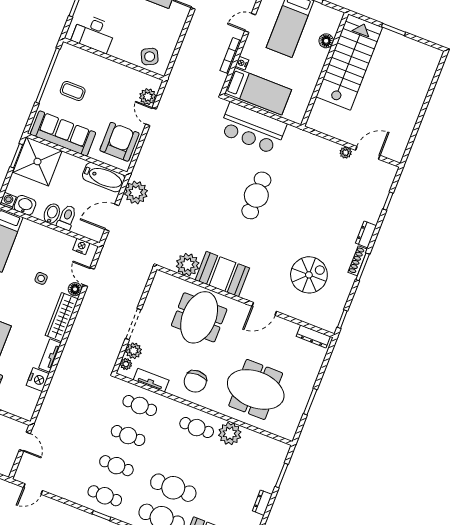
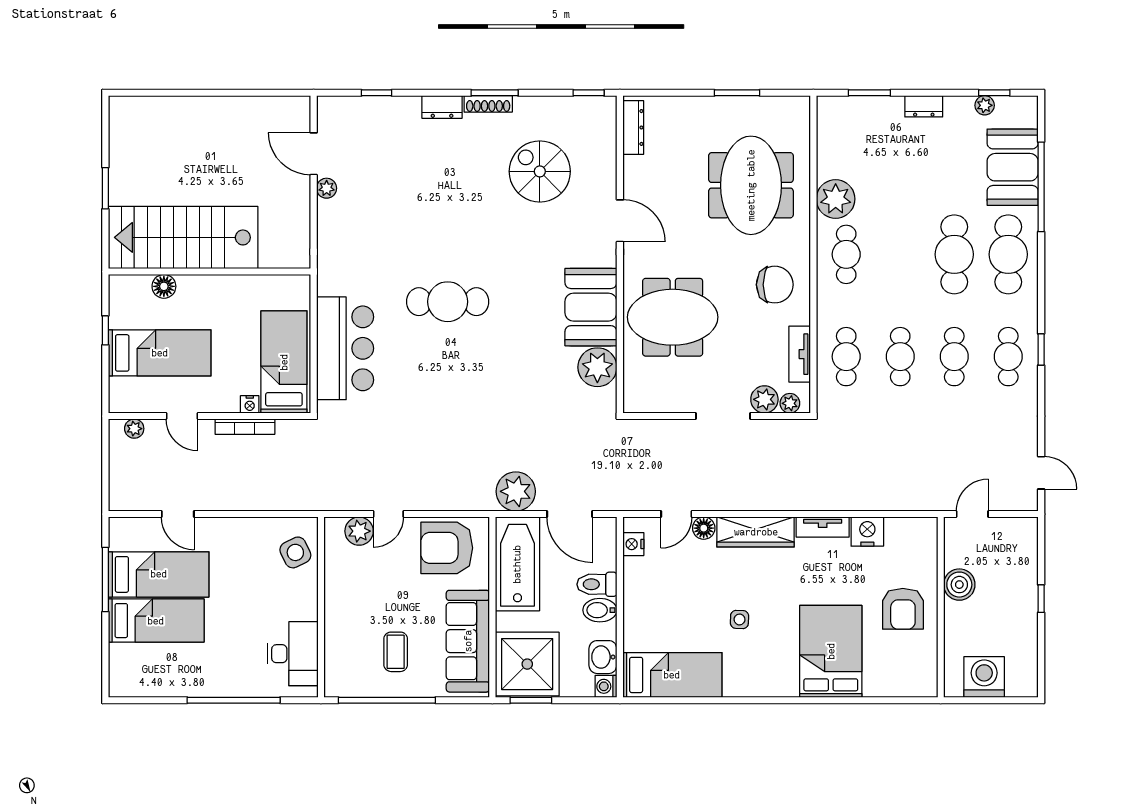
bathtub: (104, 177) -> (517, 564), width x1.36, depth x1.36
side table: (41, 278) -> (739, 619), moved

